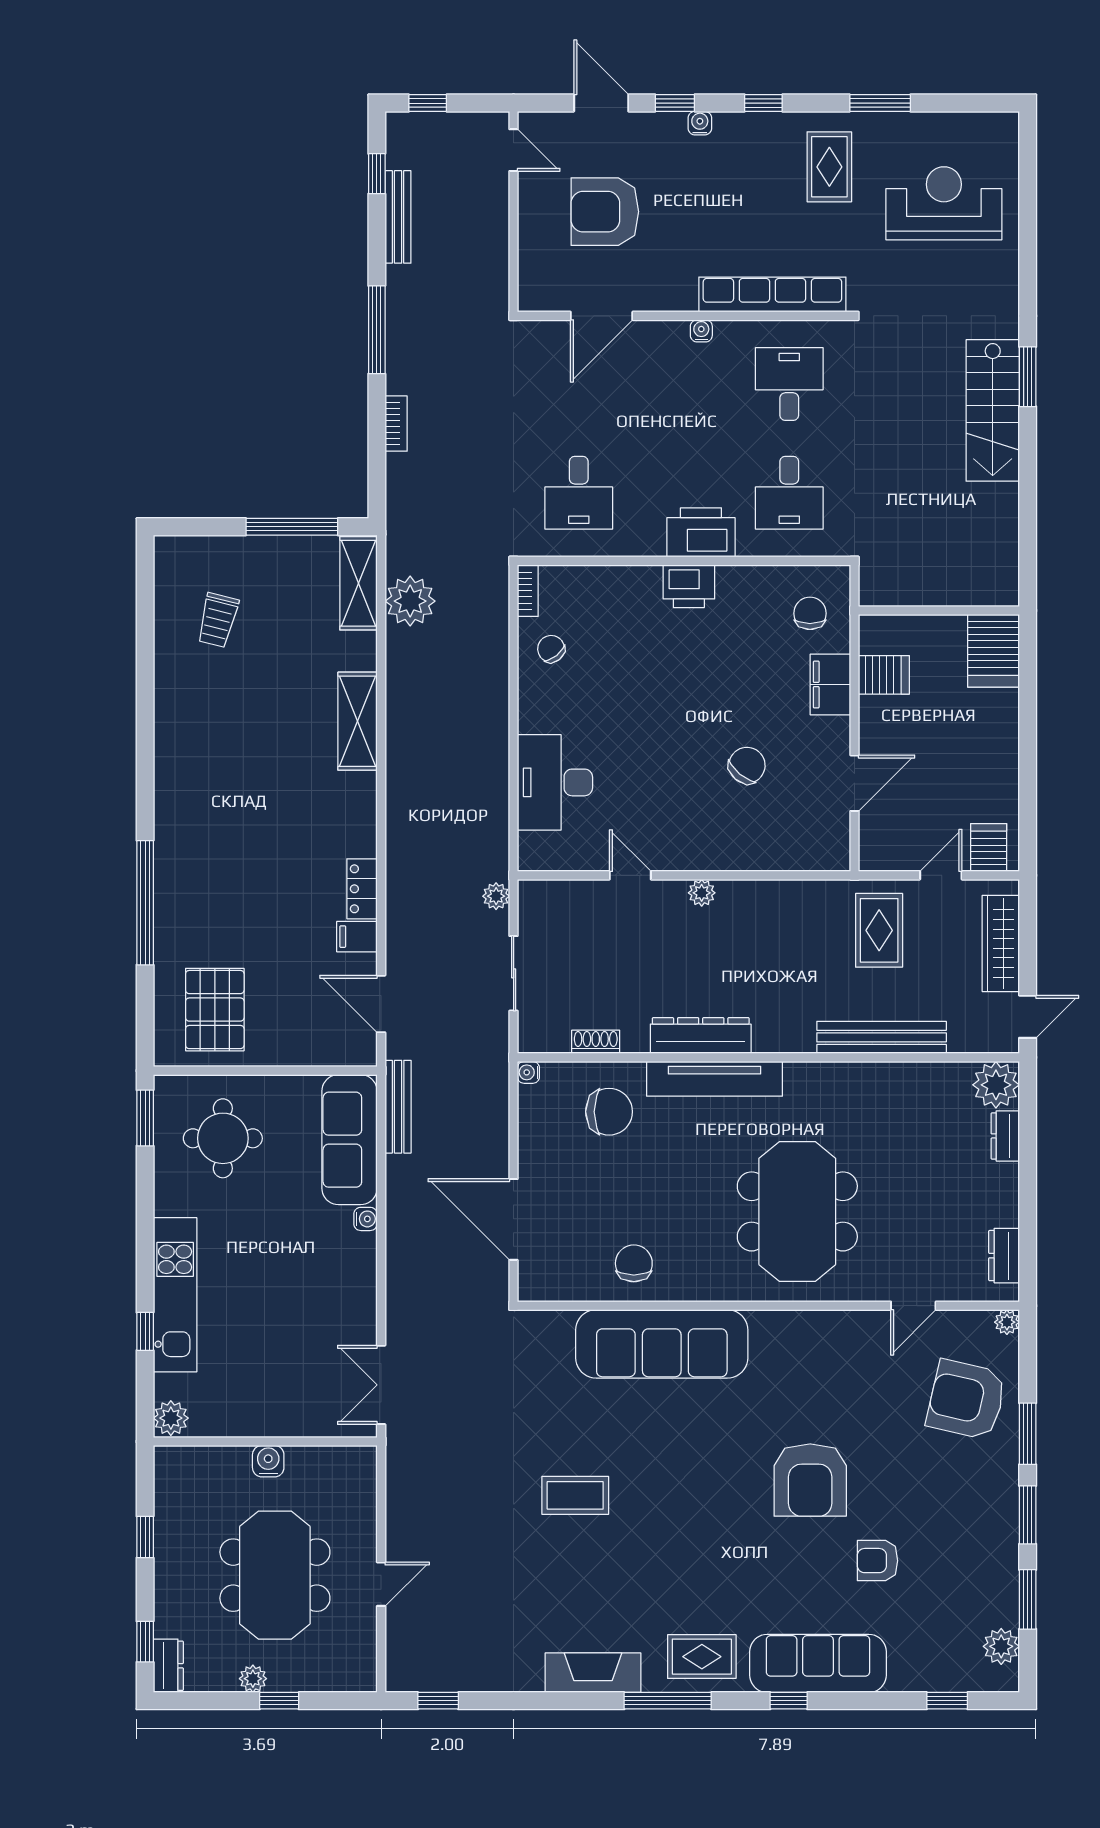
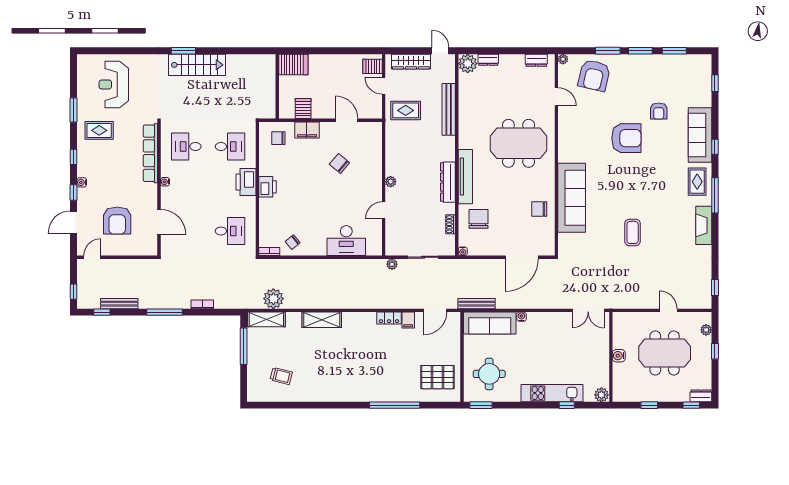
plant: (1001, 1646) -> (693, 61), removed
plant: (253, 1679) -> (706, 330), moved

